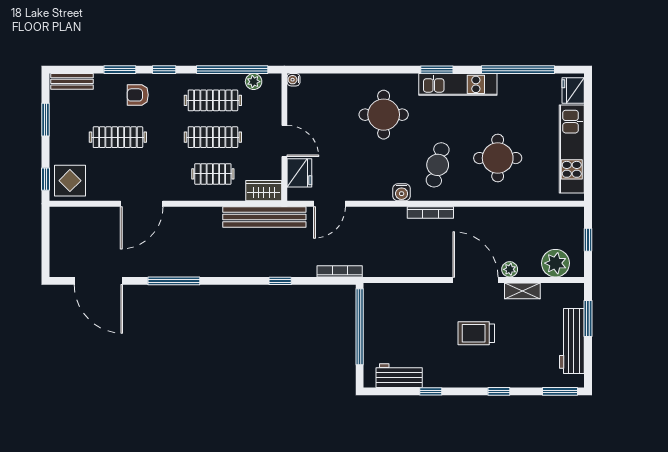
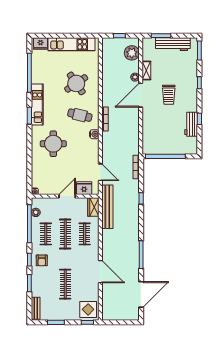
armchair: (138, 95) -> (42, 260), moved
clothes rail: (213, 100) -> (46, 234), width x0.73
round table: (498, 158) -> (76, 83), turned -34
workbench: (399, 376) -> (191, 124), moved

